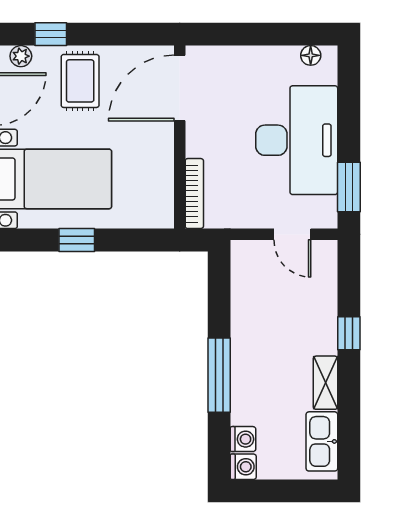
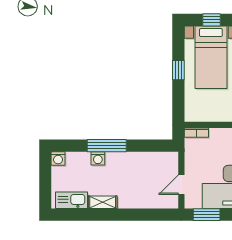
bookcase: (194, 194) -> (196, 133), width x0.64
window: (349, 333) -> (129, 215), removed
washing machine: (243, 439) -> (98, 158), moved

